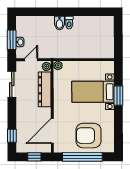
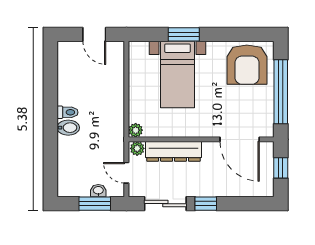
door: (118, 39) -> (94, 34), added
window: (12, 136) -> (206, 204), moved
armchair: (88, 136) -> (247, 65), moved

